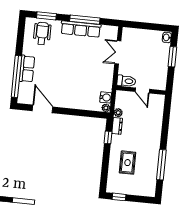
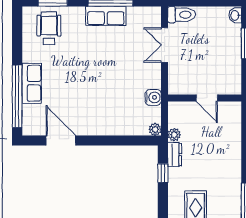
row of seats: (81, 29) -> (106, 16), width x0.68
toilet: (126, 81) -> (182, 15), moved
water cooler: (106, 97) -> (153, 97), moved

